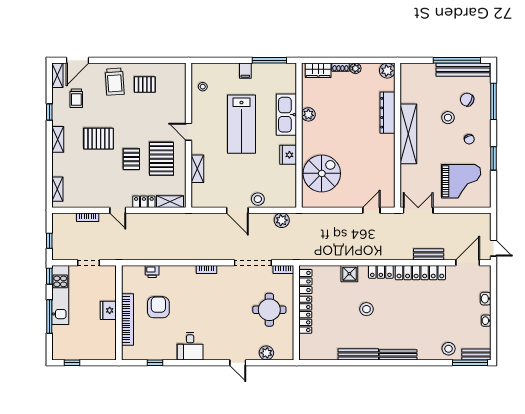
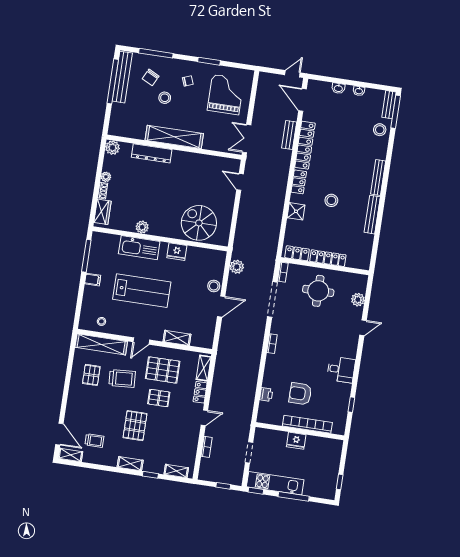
trolley: (115, 82) -> (122, 378), moved
shelving: (179, 90) -> (101, 344), added
window: (49, 112) -> (150, 475), moved

